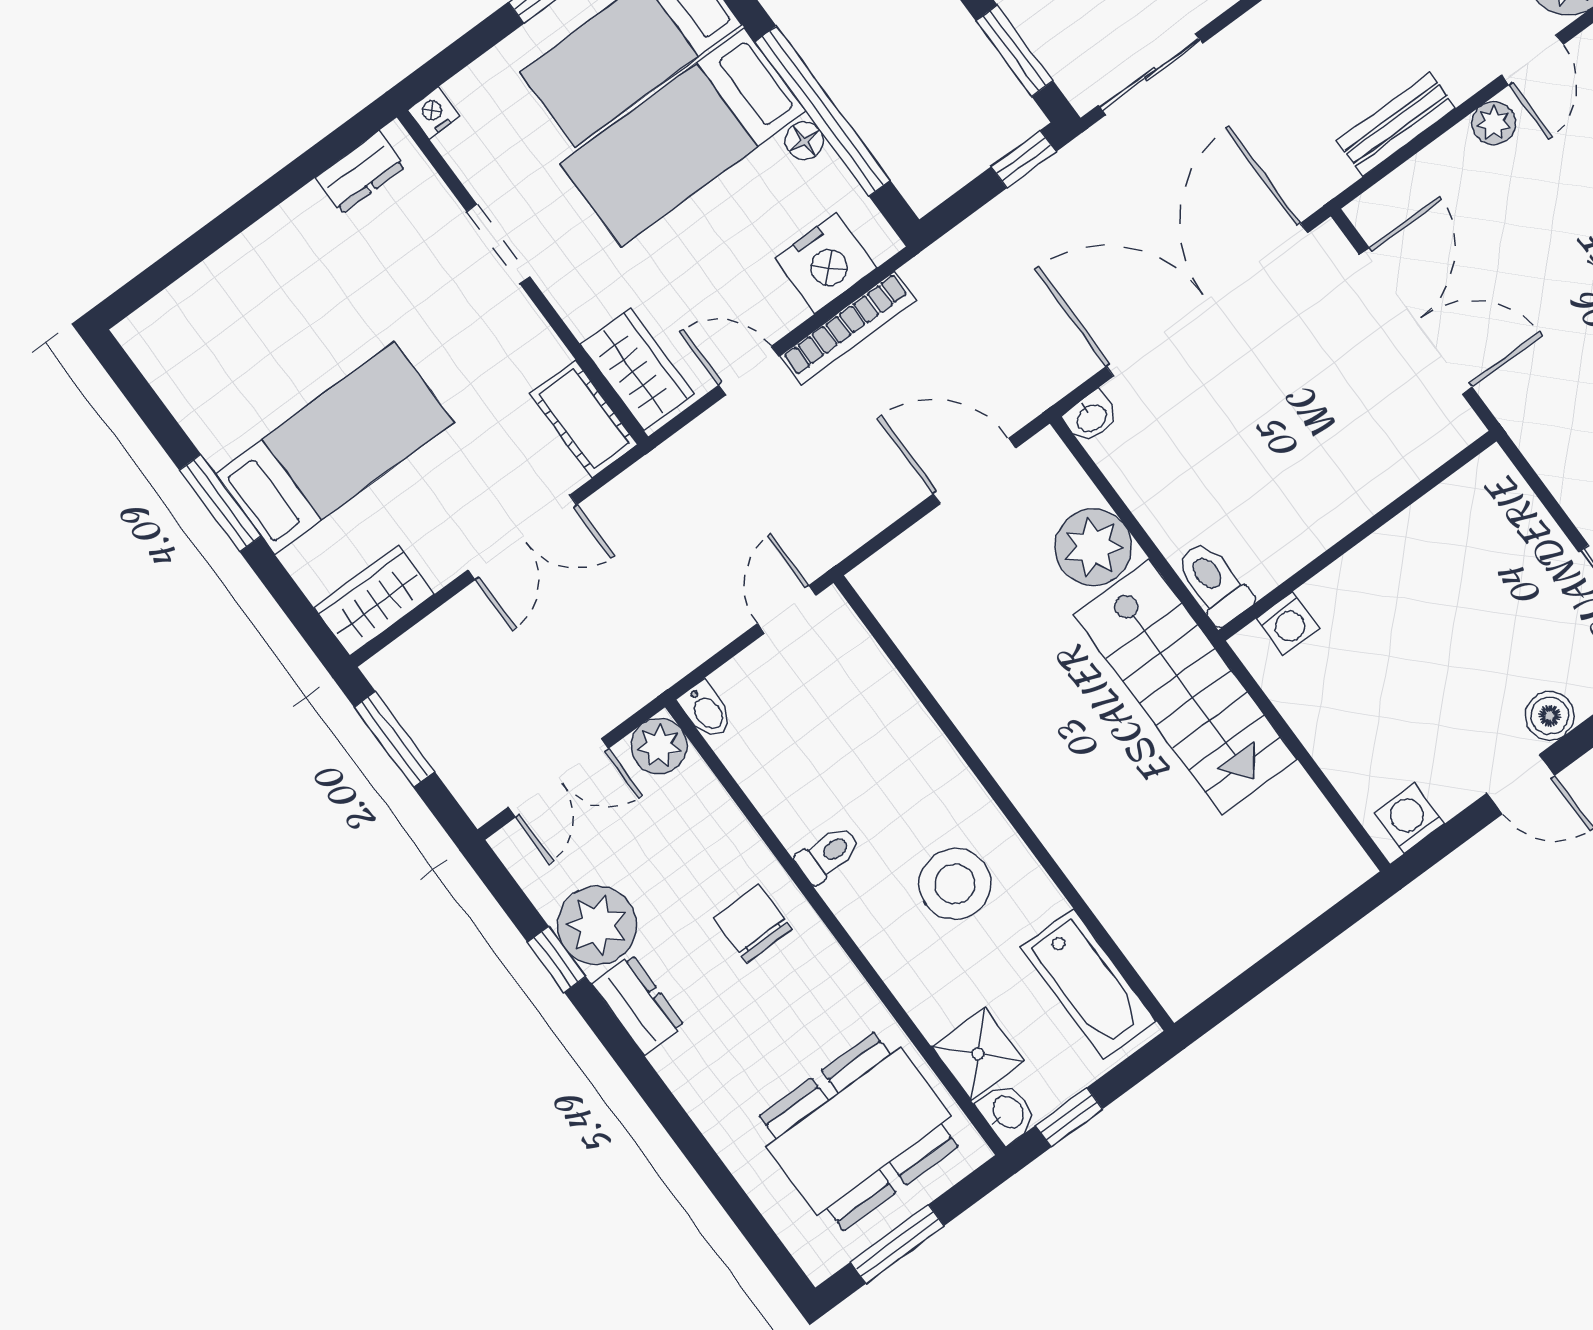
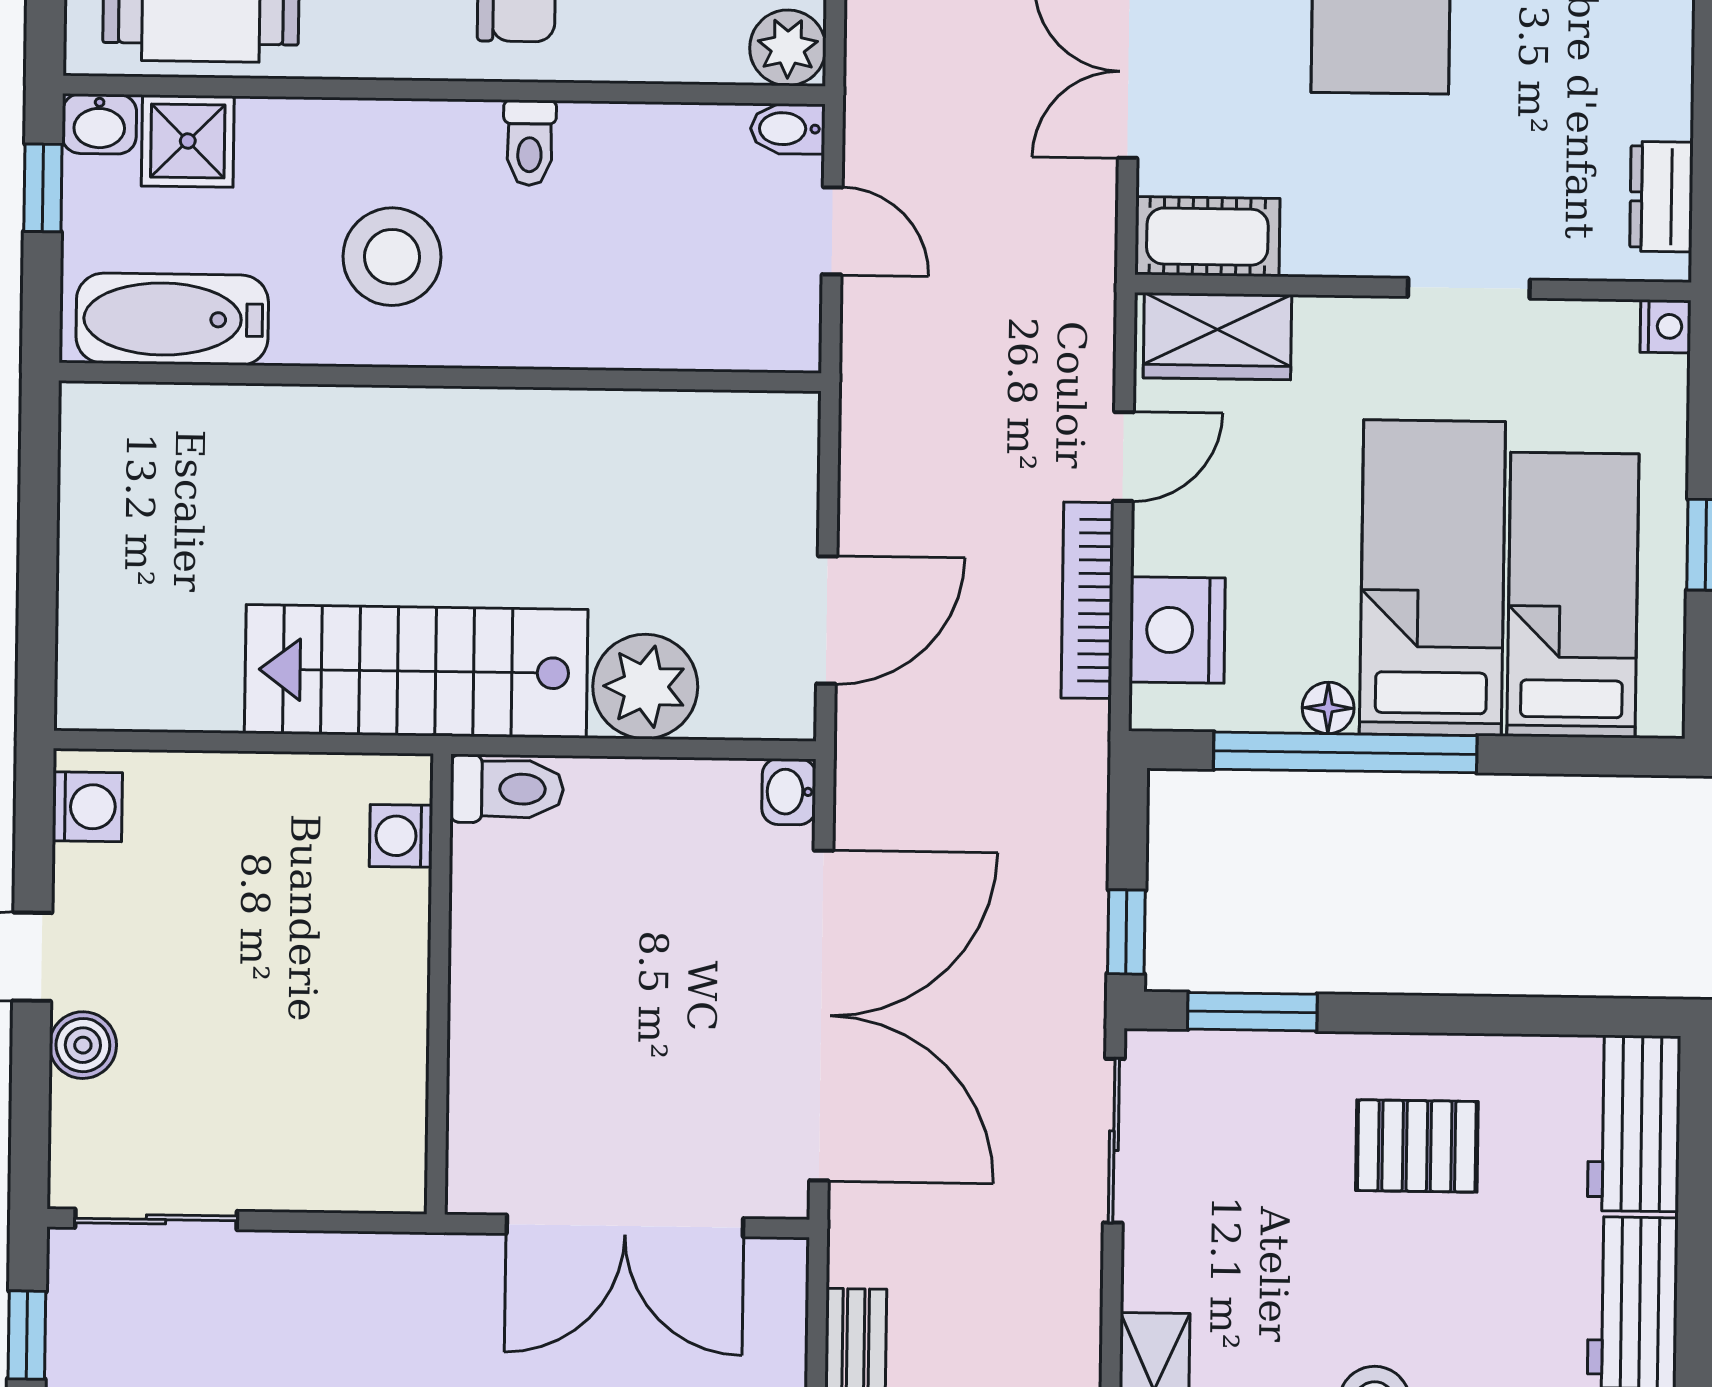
door: (787, 609) -> (832, 231), moved

